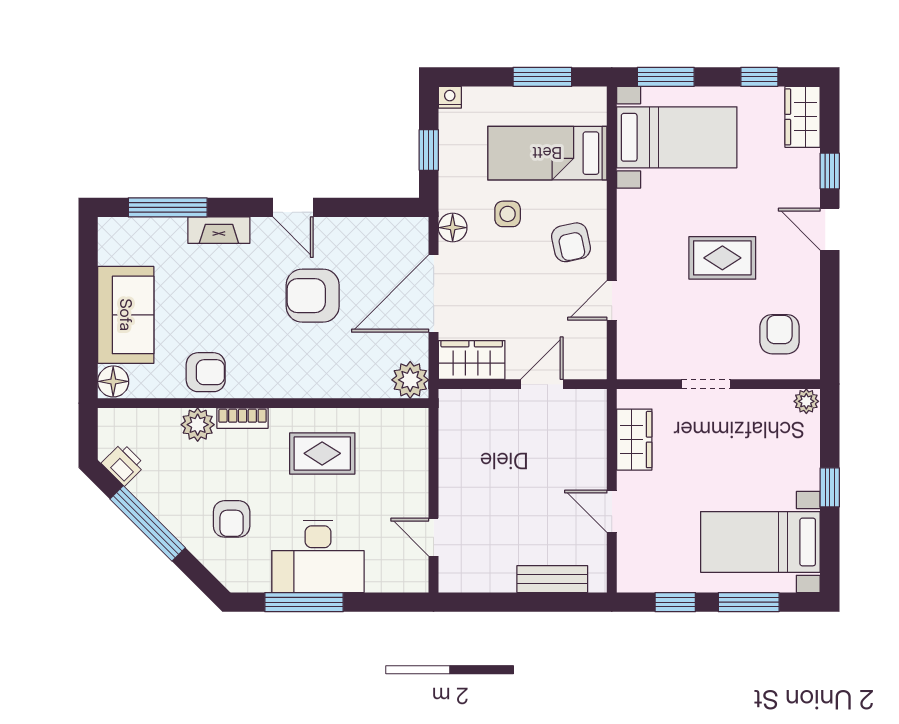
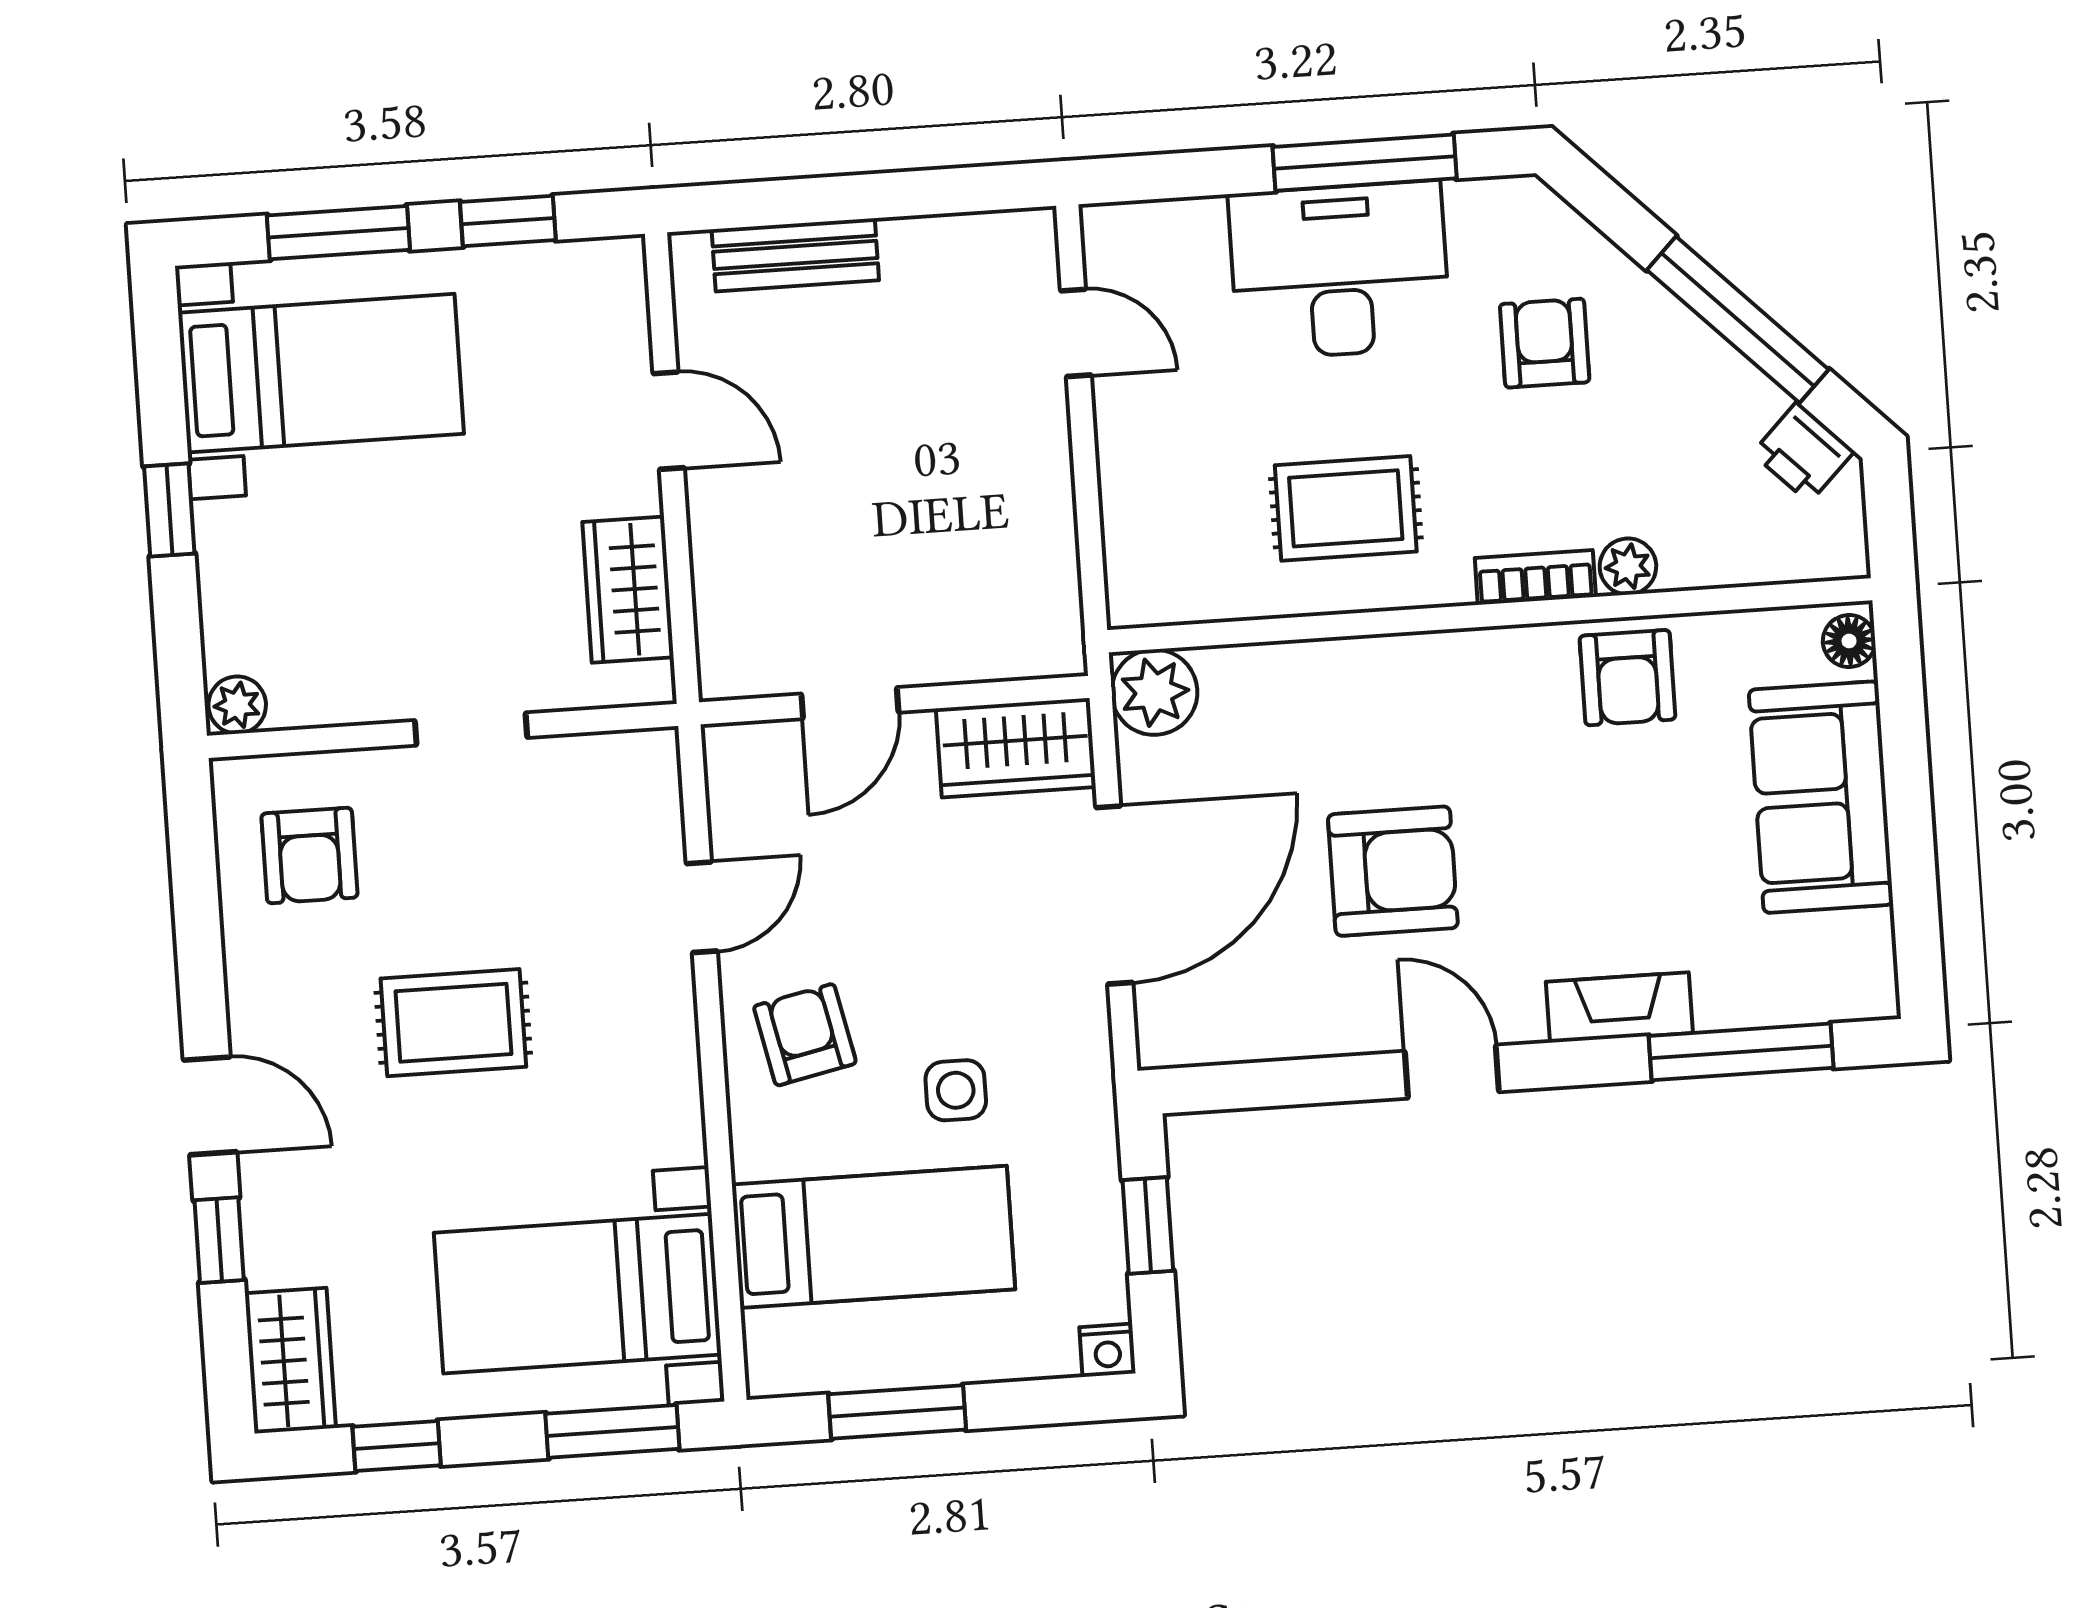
floor lamp: (453, 228) -> (1080, 1050), removed
armchair: (206, 372) -> (1627, 678), turned -90
floor lamp: (113, 381) -> (1849, 641), width x0.73, depth x0.73
plant: (198, 425) -> (1628, 567), width x0.73, depth x0.73

